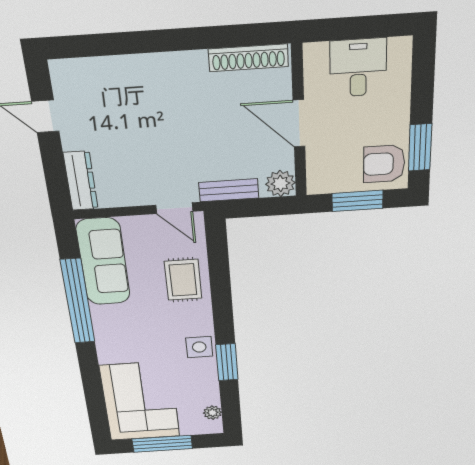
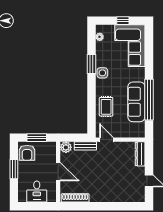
window: (420, 147) -> (14, 169), moved
armchair: (384, 164) -> (27, 153), turned 90
sofa: (103, 262) -> (136, 102), moved
window: (162, 444) -> (123, 21), width x0.46

